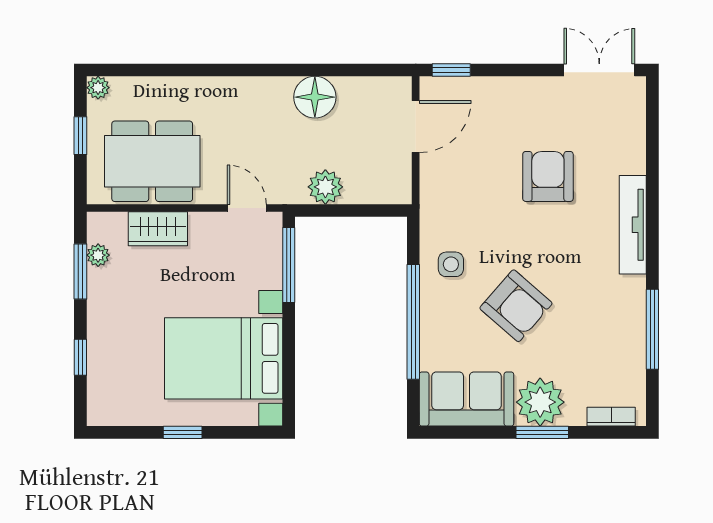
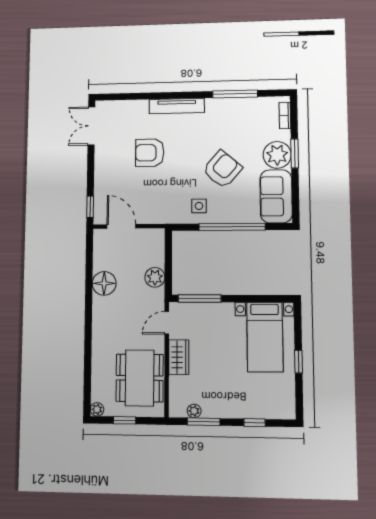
wardrobe: (158, 229) -> (179, 357), moved
bed with nightstands: (224, 358) -> (265, 337), width x0.73

